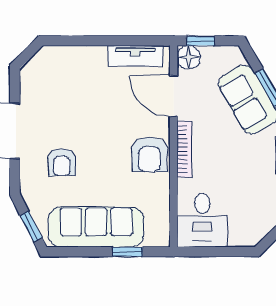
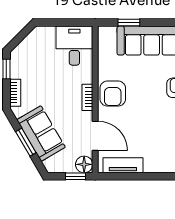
bookcase: (184, 149) -> (87, 97), width x0.64
armchair: (149, 154) -> (113, 94), turned 180

